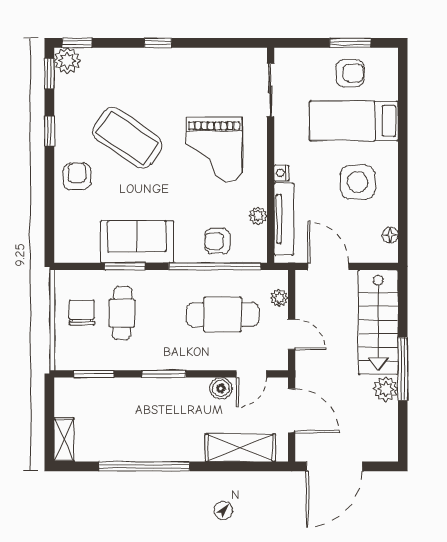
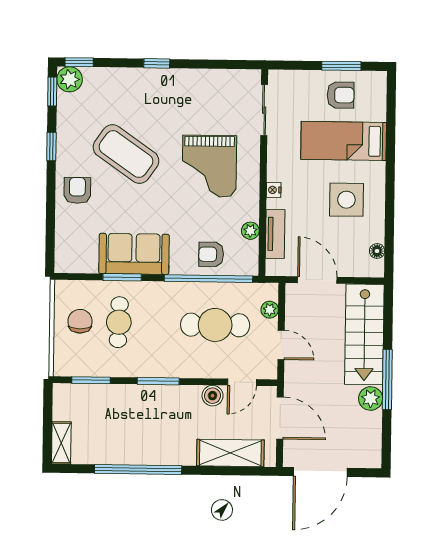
tv unit: (284, 219) -> (275, 234), width x0.71

